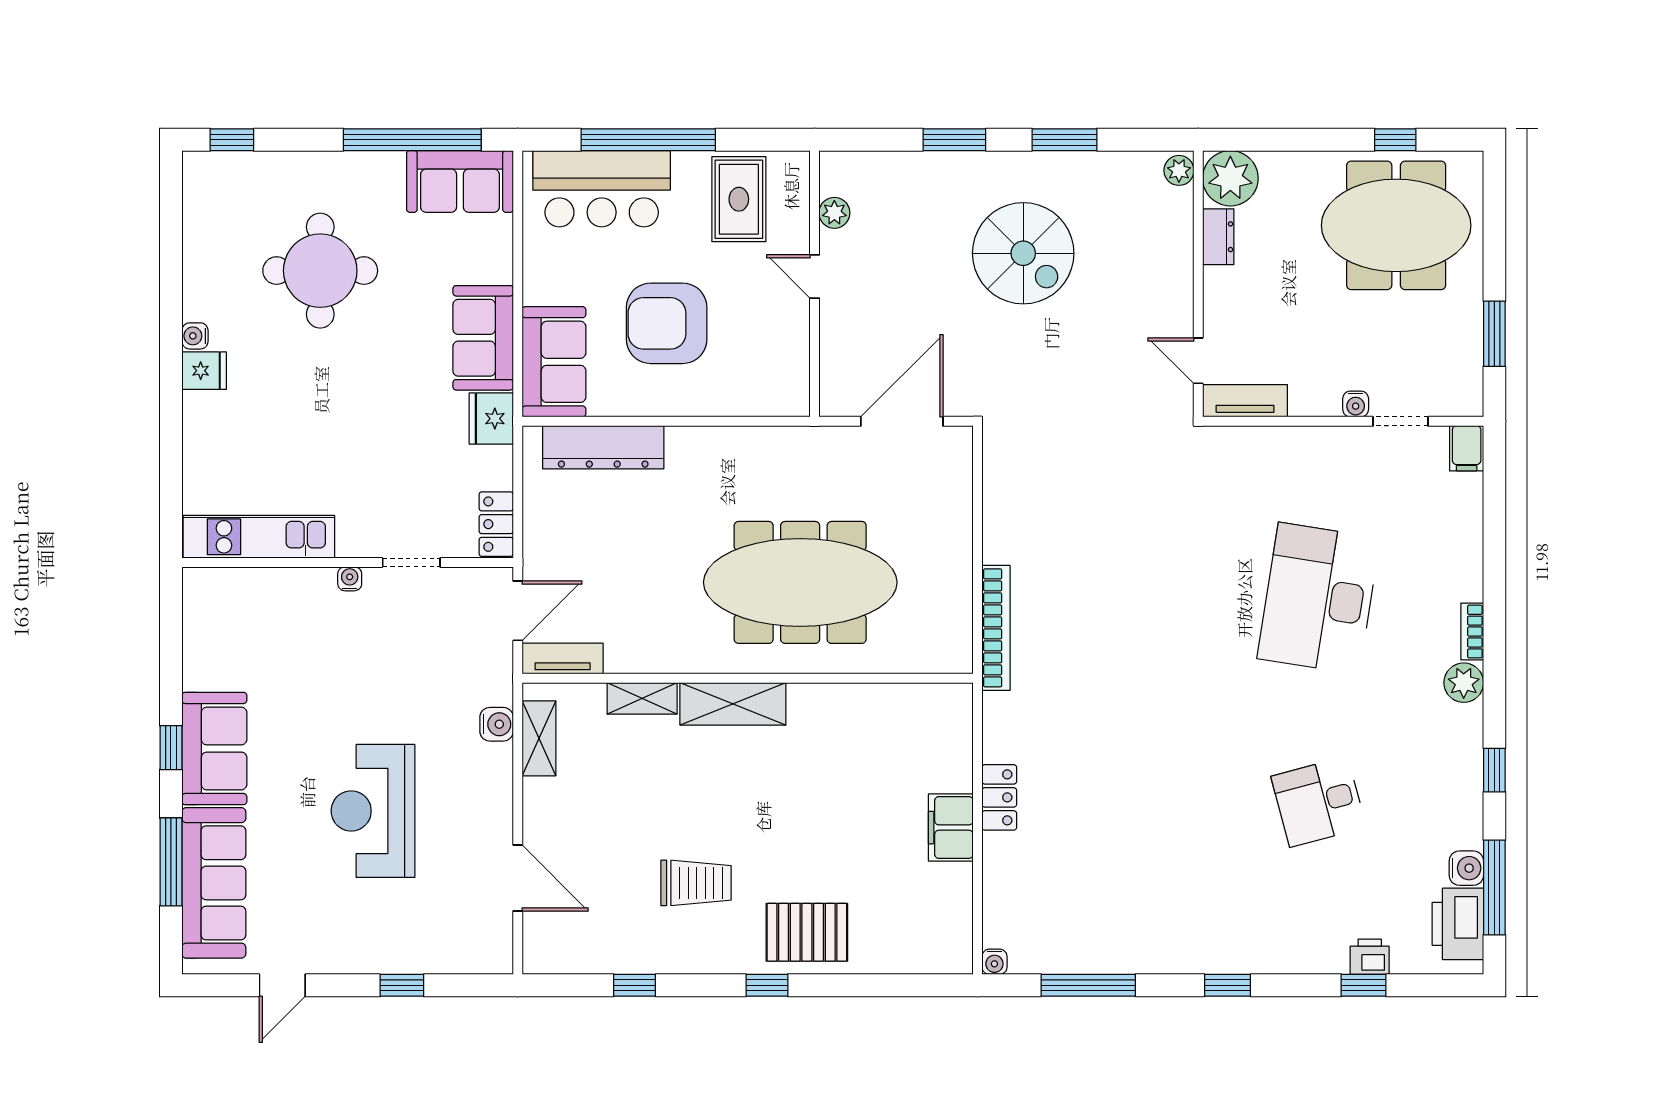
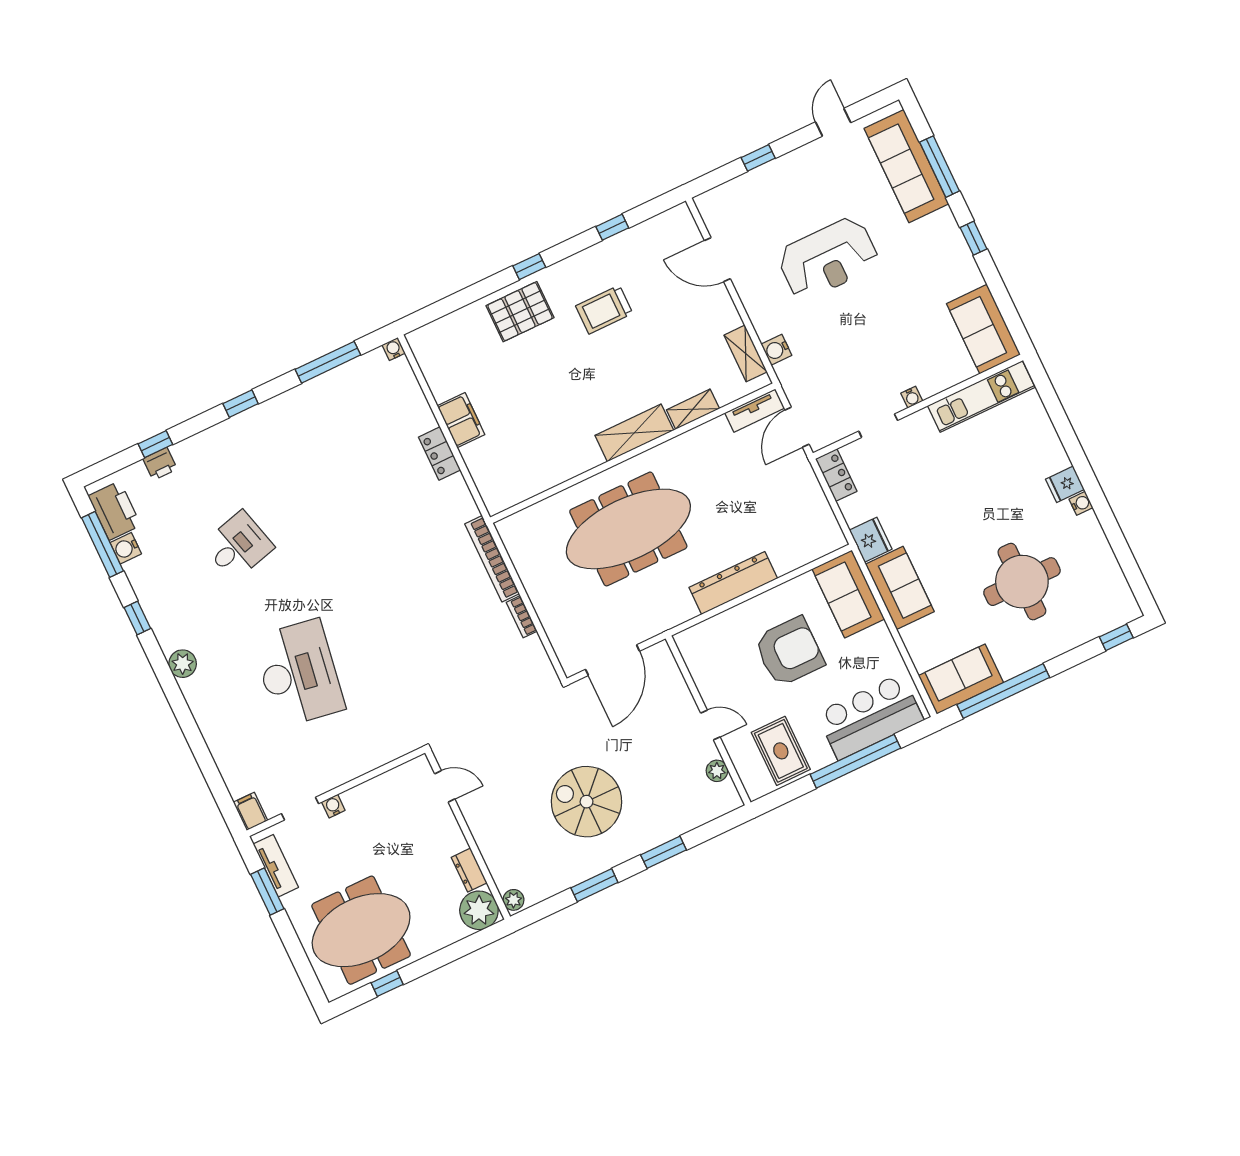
tv unit: (1245, 401) -> (276, 866), moved, turned -90
dresser: (603, 447) -> (733, 583), moved
bookcase: (1472, 632) -> (522, 617), moved, turned 180
sofa: (214, 748) -> (983, 329), moved
reception desk: (373, 811) -> (828, 259), turned 90

